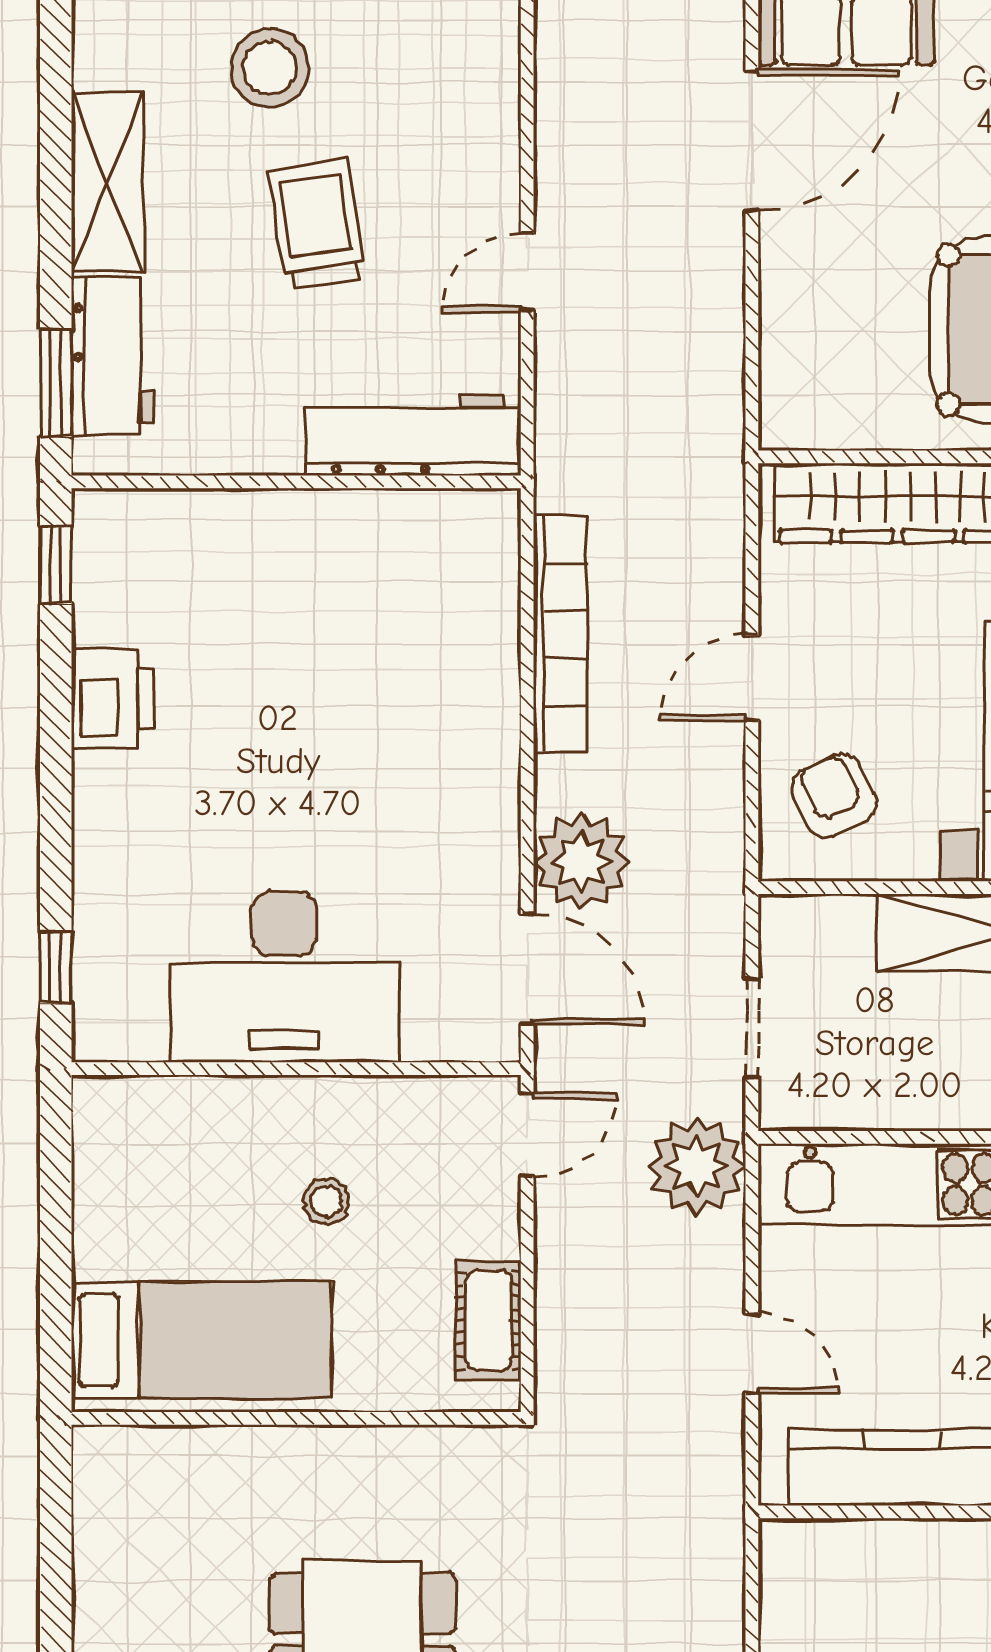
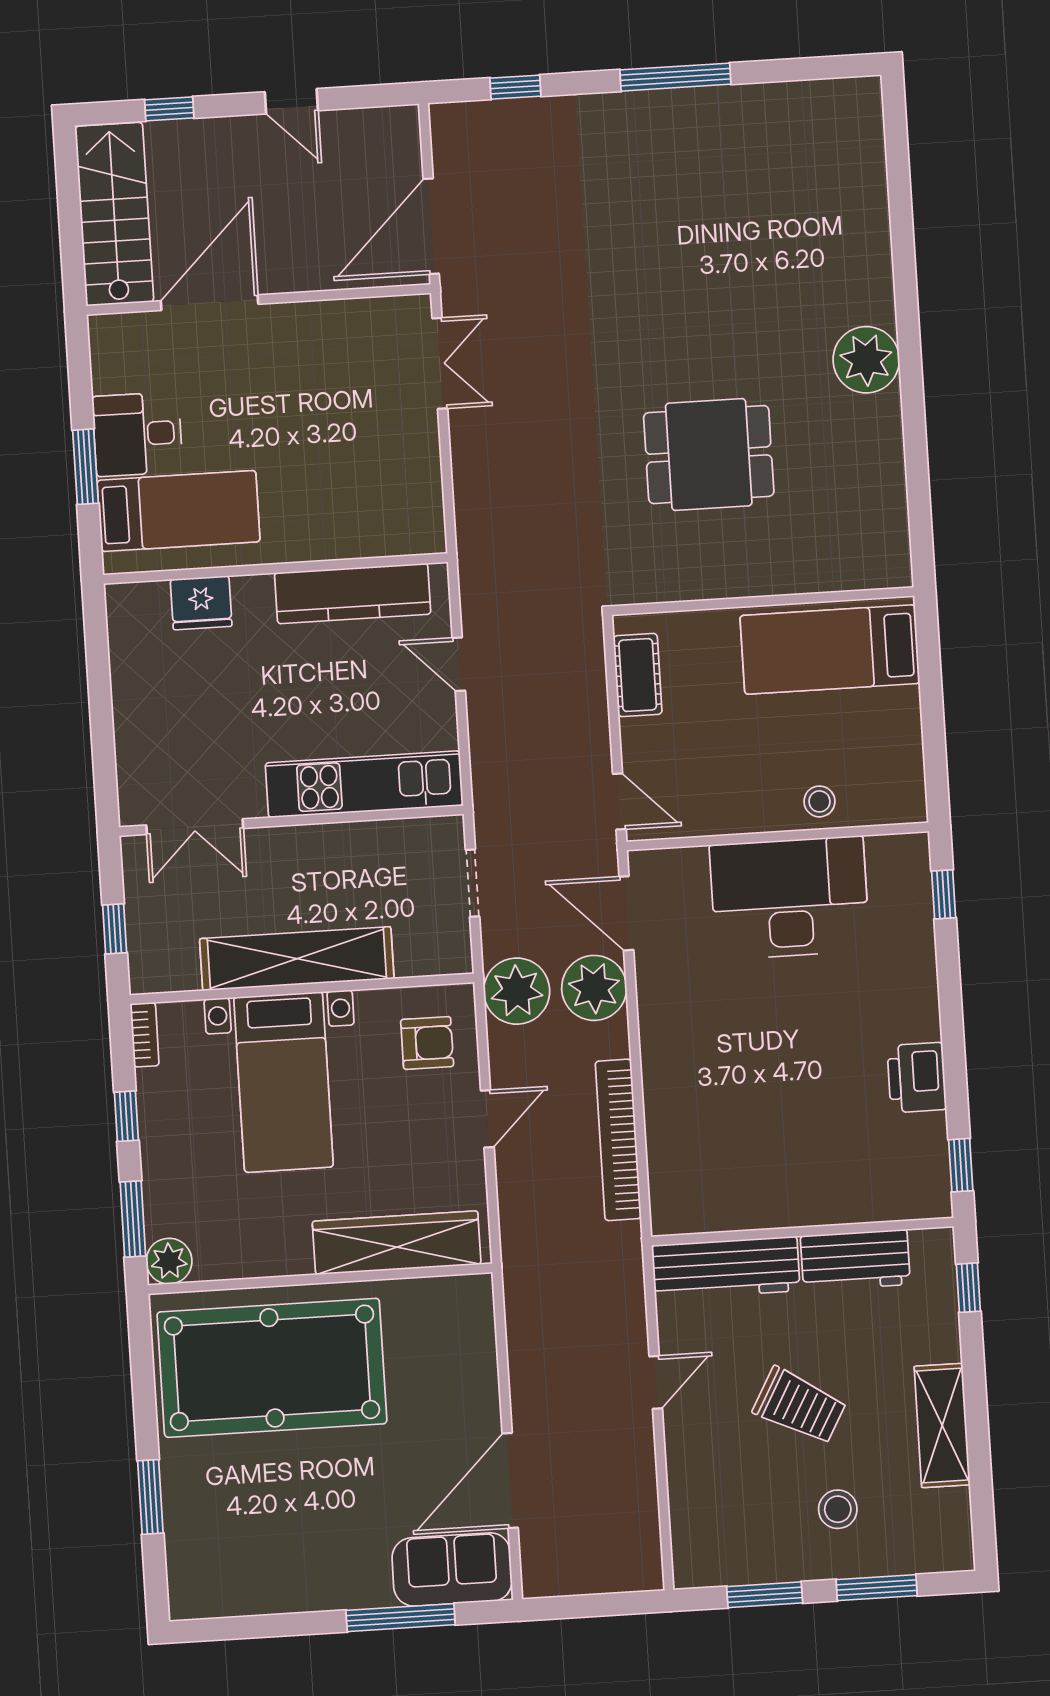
stool: (270, 68) -> (838, 1509), width x0.73, depth x0.73
trolley: (317, 224) -> (800, 1406), turned -52
workbench: (112, 356) -> (855, 1260), moved, turned -90
window: (56, 383) -> (968, 1288), width x0.67
armchair: (834, 796) -> (427, 1043), turned -64
door: (527, 1135) -> (619, 802), swing flipped
plant: (697, 1166) -> (517, 991), moved
stool: (326, 1201) -> (819, 801), moved

